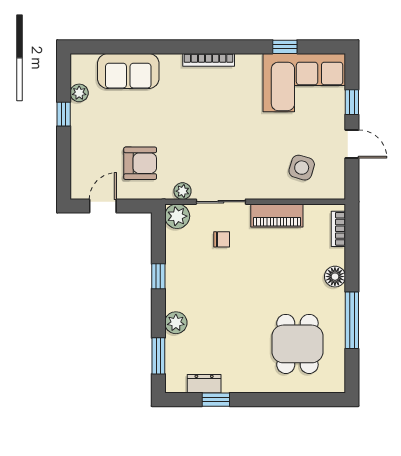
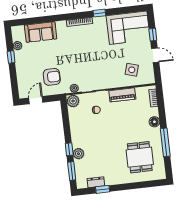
window: (285, 47) -> (99, 13), moved
window: (158, 276) -> (69, 149), moved

